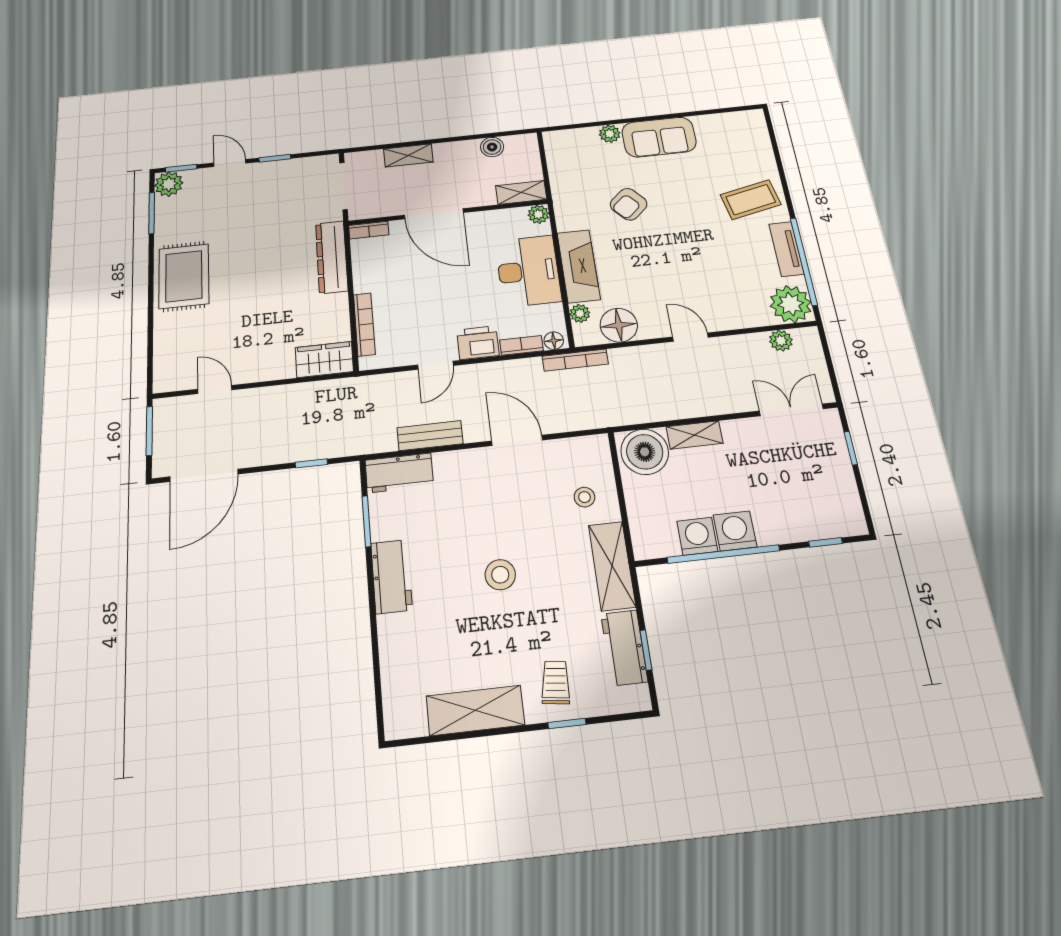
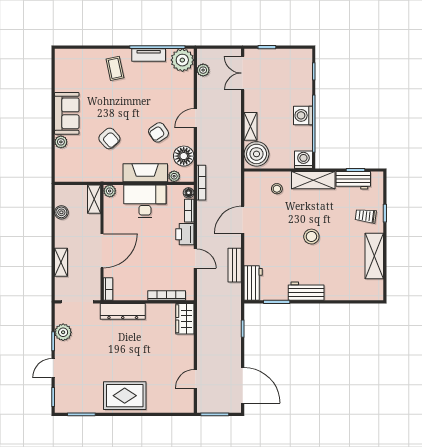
plant: (169, 184) -> (63, 332), moved
coffee table: (751, 200) -> (115, 68), width x0.73, depth x0.77
armchair: (653, 279) -> (158, 132), added
washing machine: (697, 536) -> (303, 160), moved, turned 90

